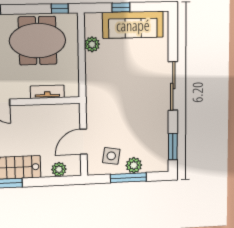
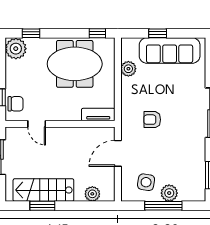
tv unit: (47, 92) -> (98, 115), moved
armchair: (116, 95) -> (152, 120), added
door: (83, 142) -> (118, 153), moved

